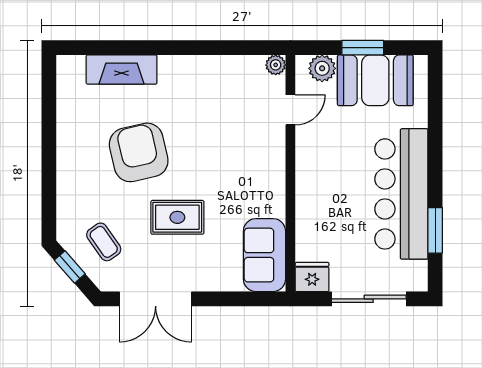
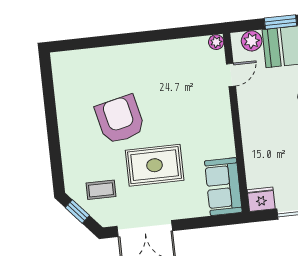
fireplace: (122, 70) -> (100, 58), removed
rug: (177, 217) -> (155, 165), width x1.36, depth x1.43
coffee table: (104, 242) -> (101, 190), turned -55

